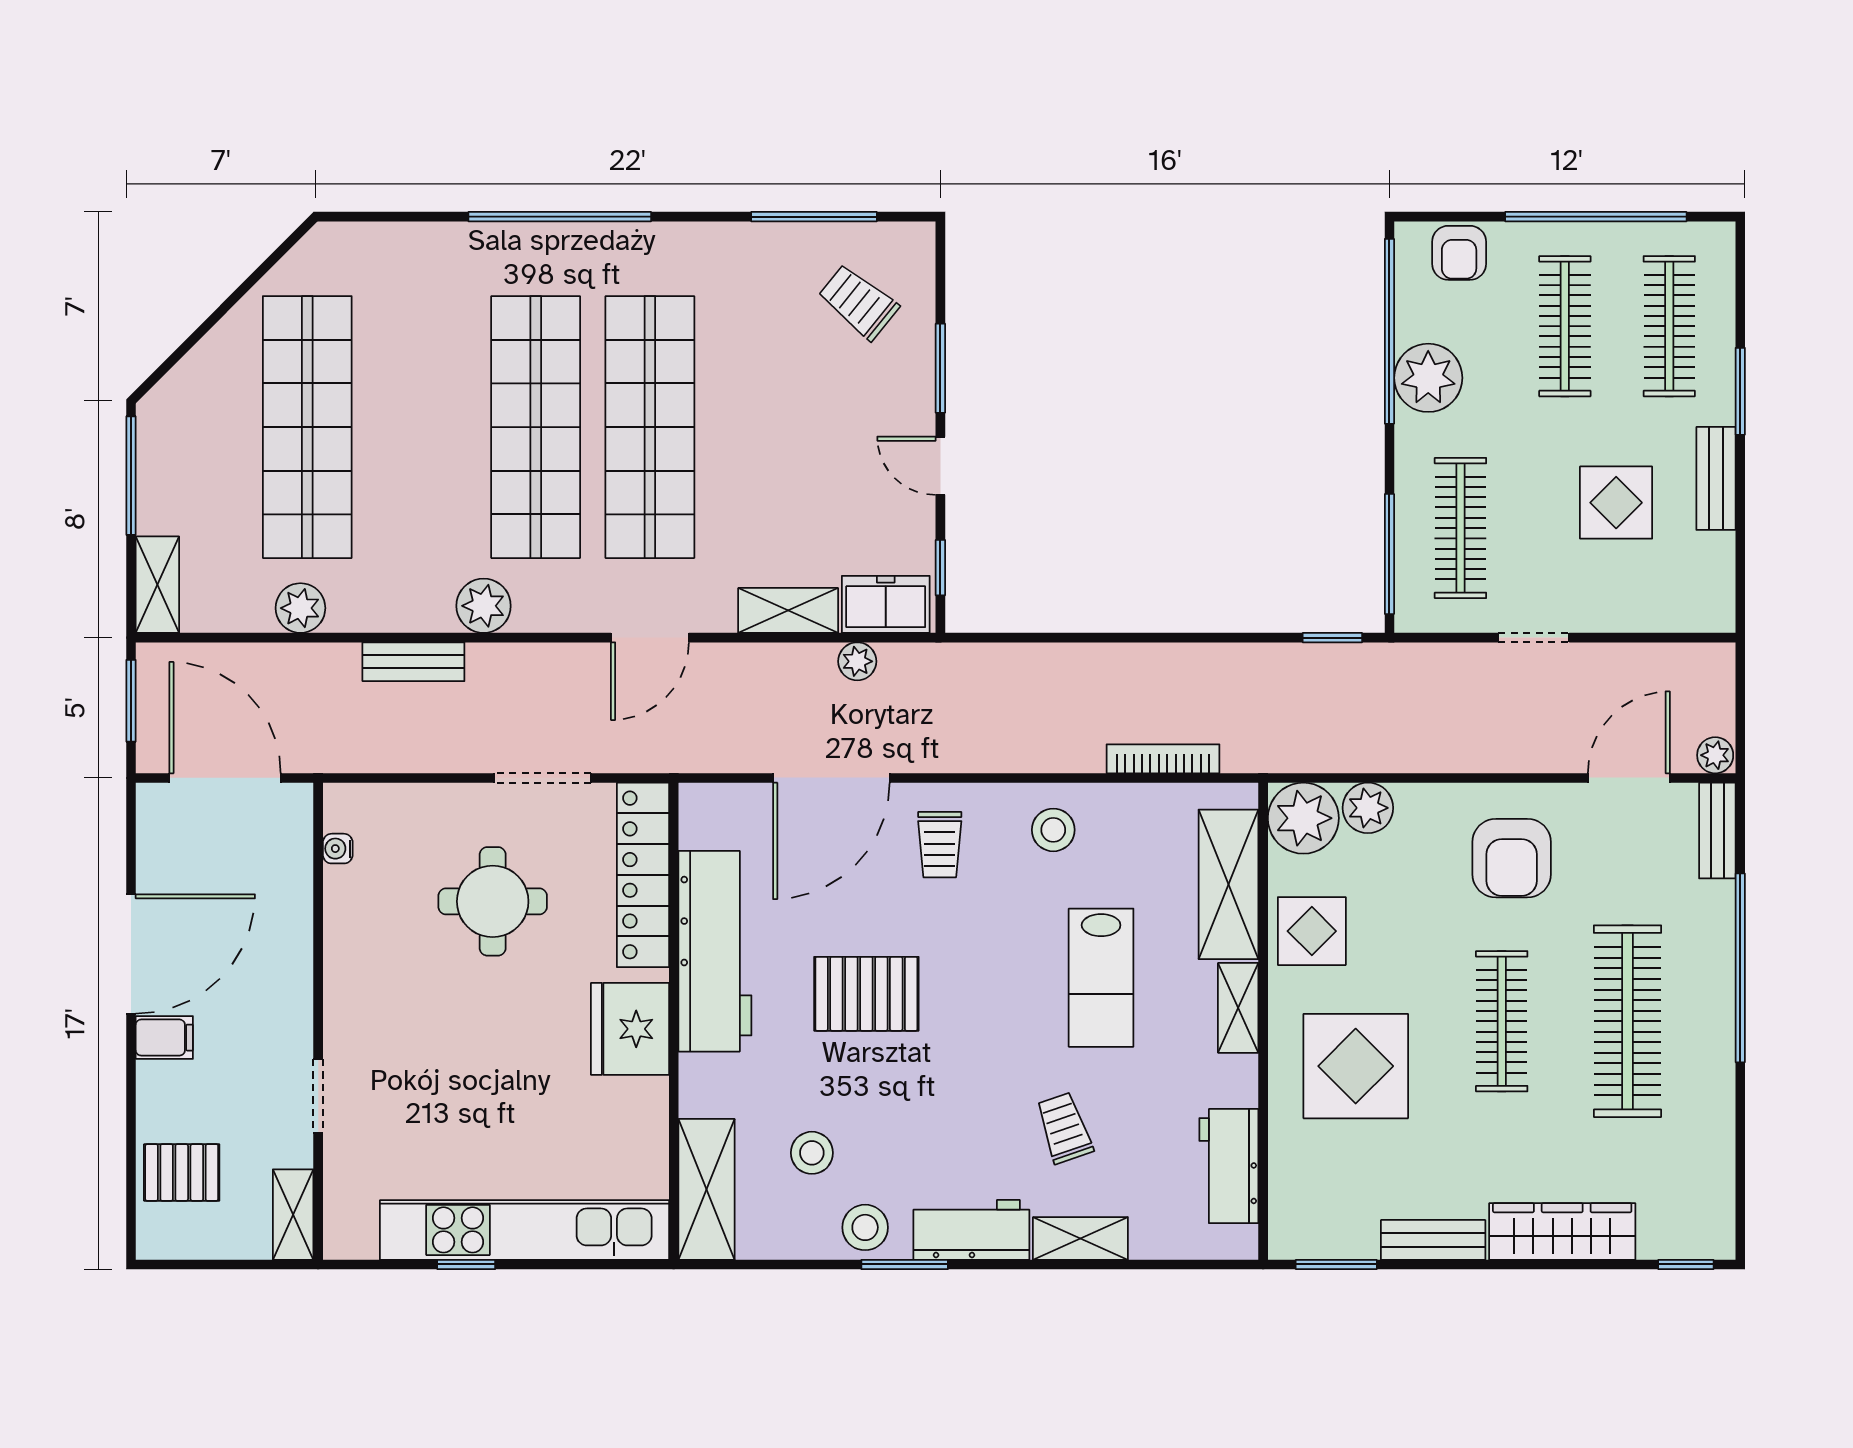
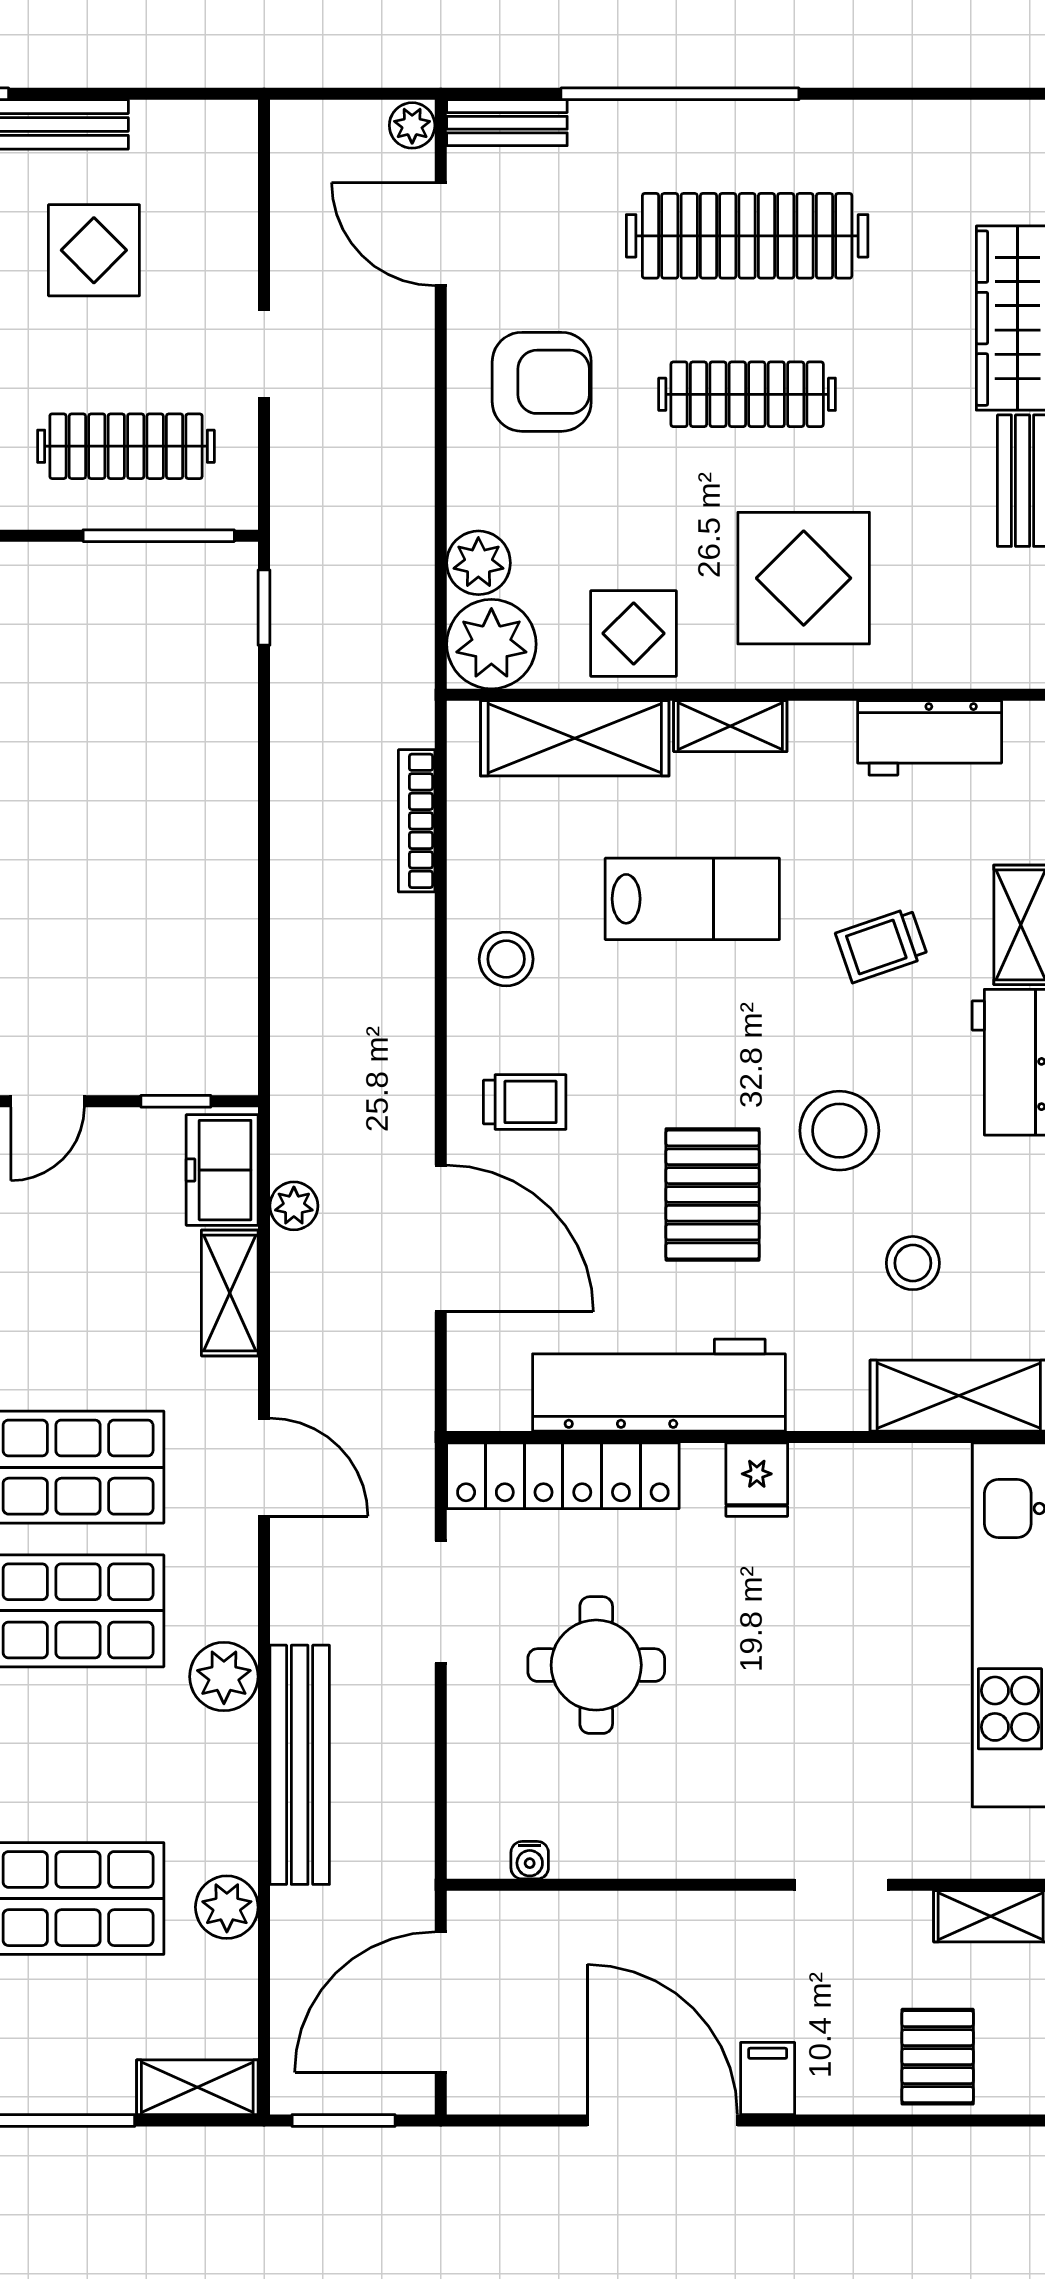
bench: (413, 662) -> (300, 1765), width x1.86, depth x1.21
fridge: (630, 1029) -> (757, 1480), width x0.53, depth x0.75
stool: (865, 1227) -> (839, 1131), moved, width x1.38, depth x1.38

